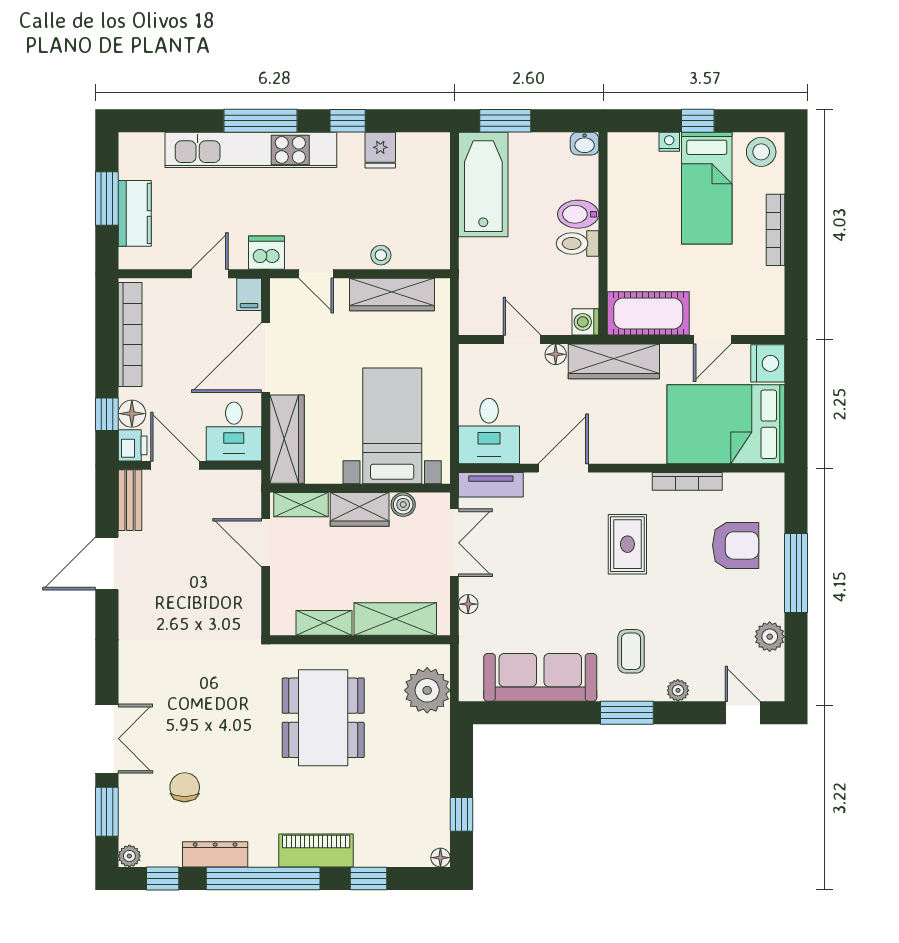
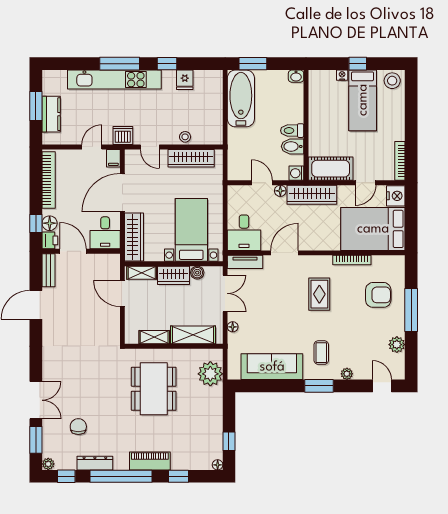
bidet: (578, 214) -> (293, 146), moved
bookcase: (775, 230) -> (400, 161), moved

